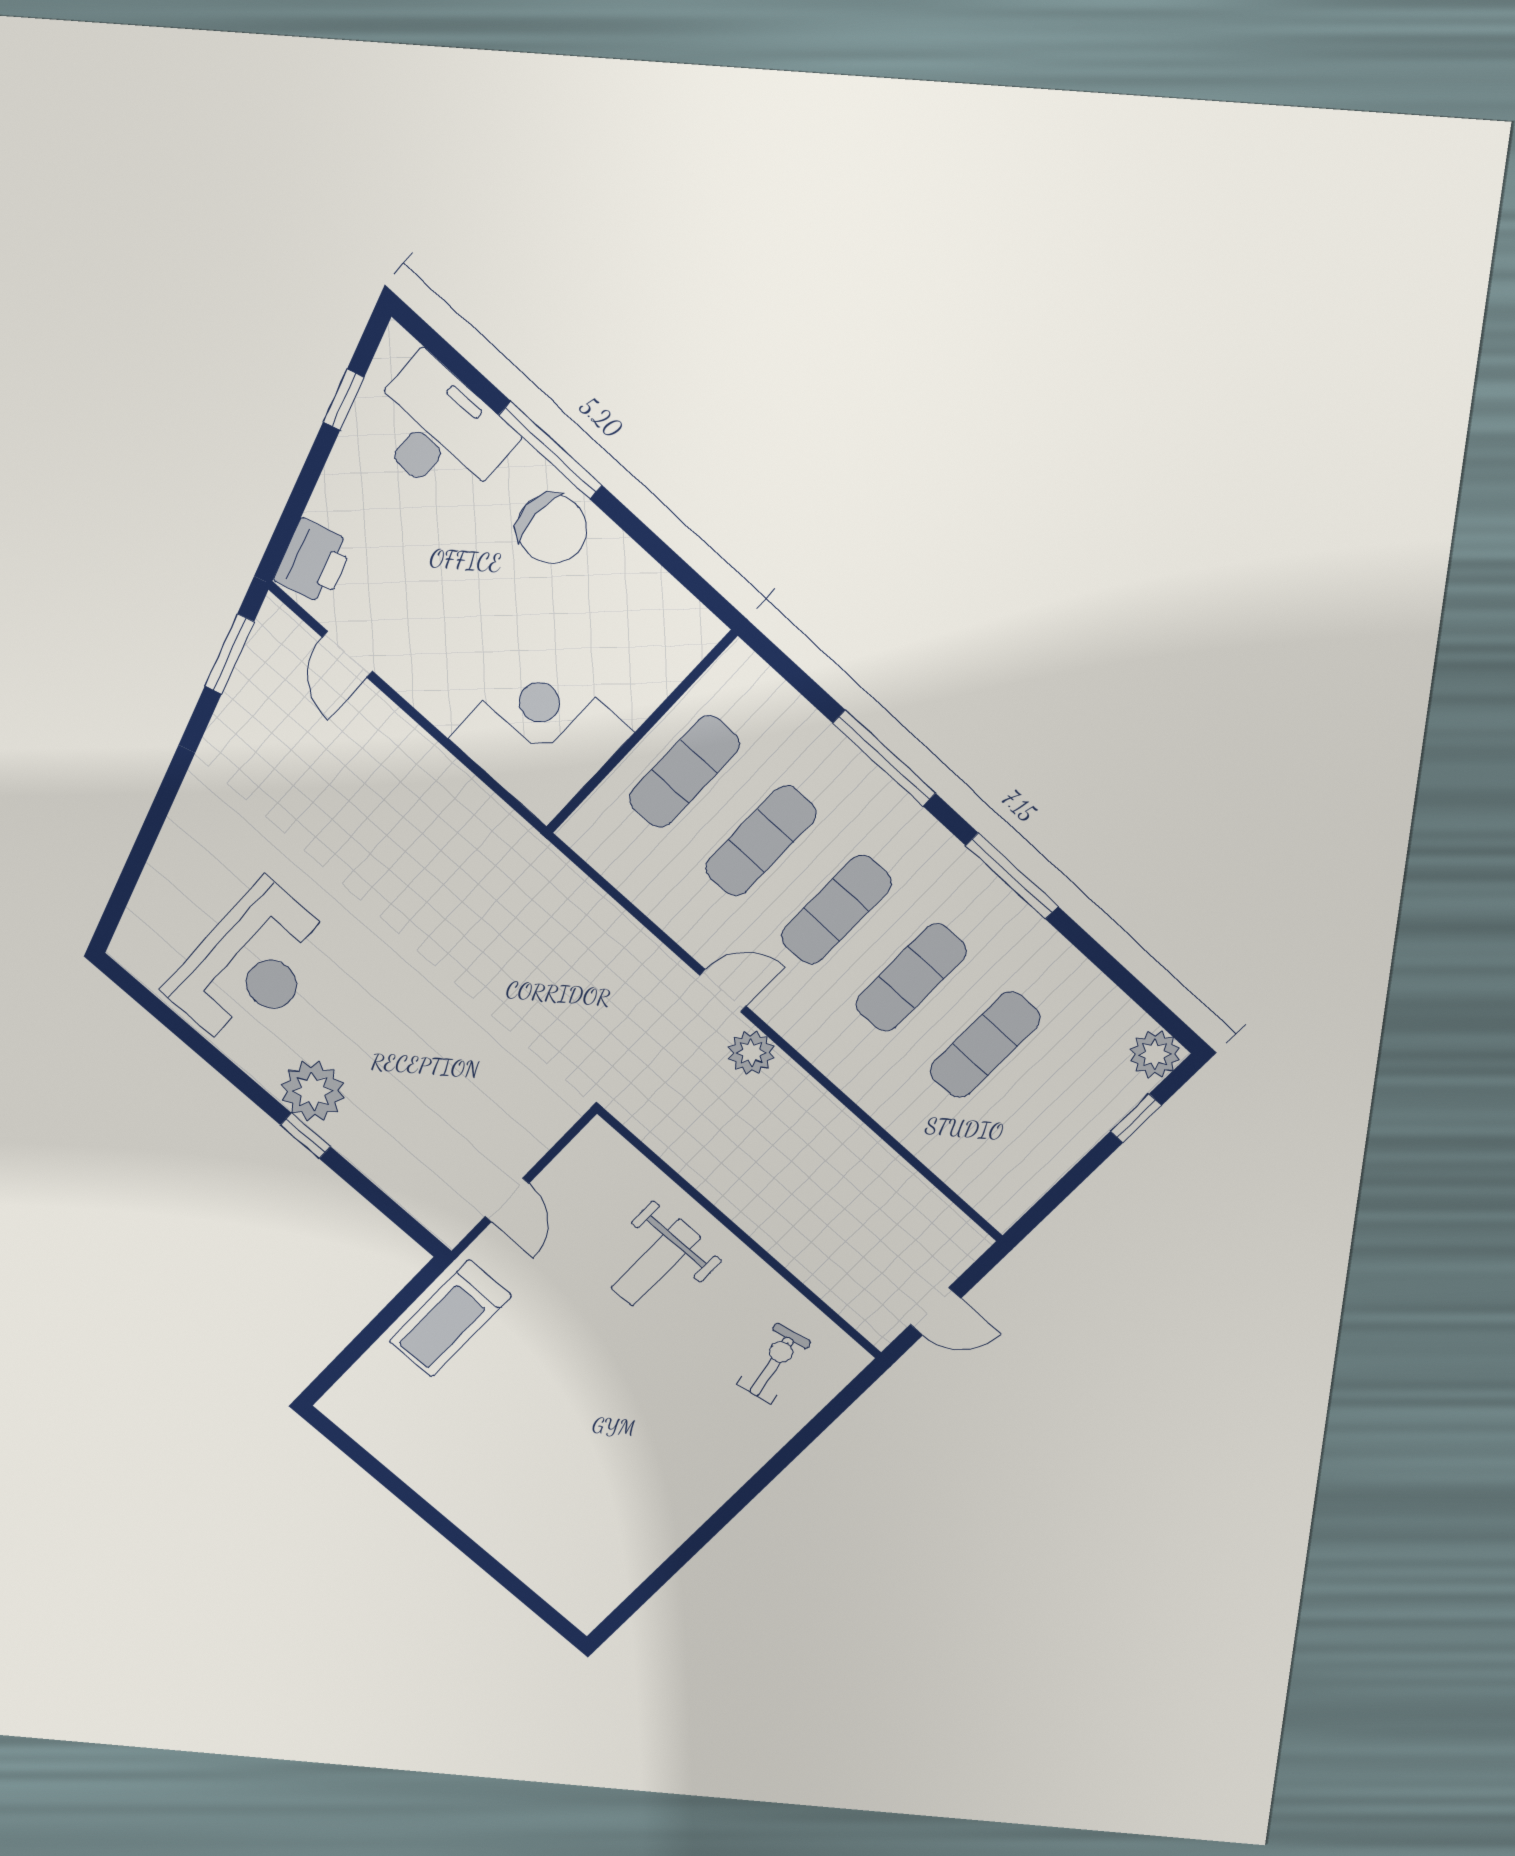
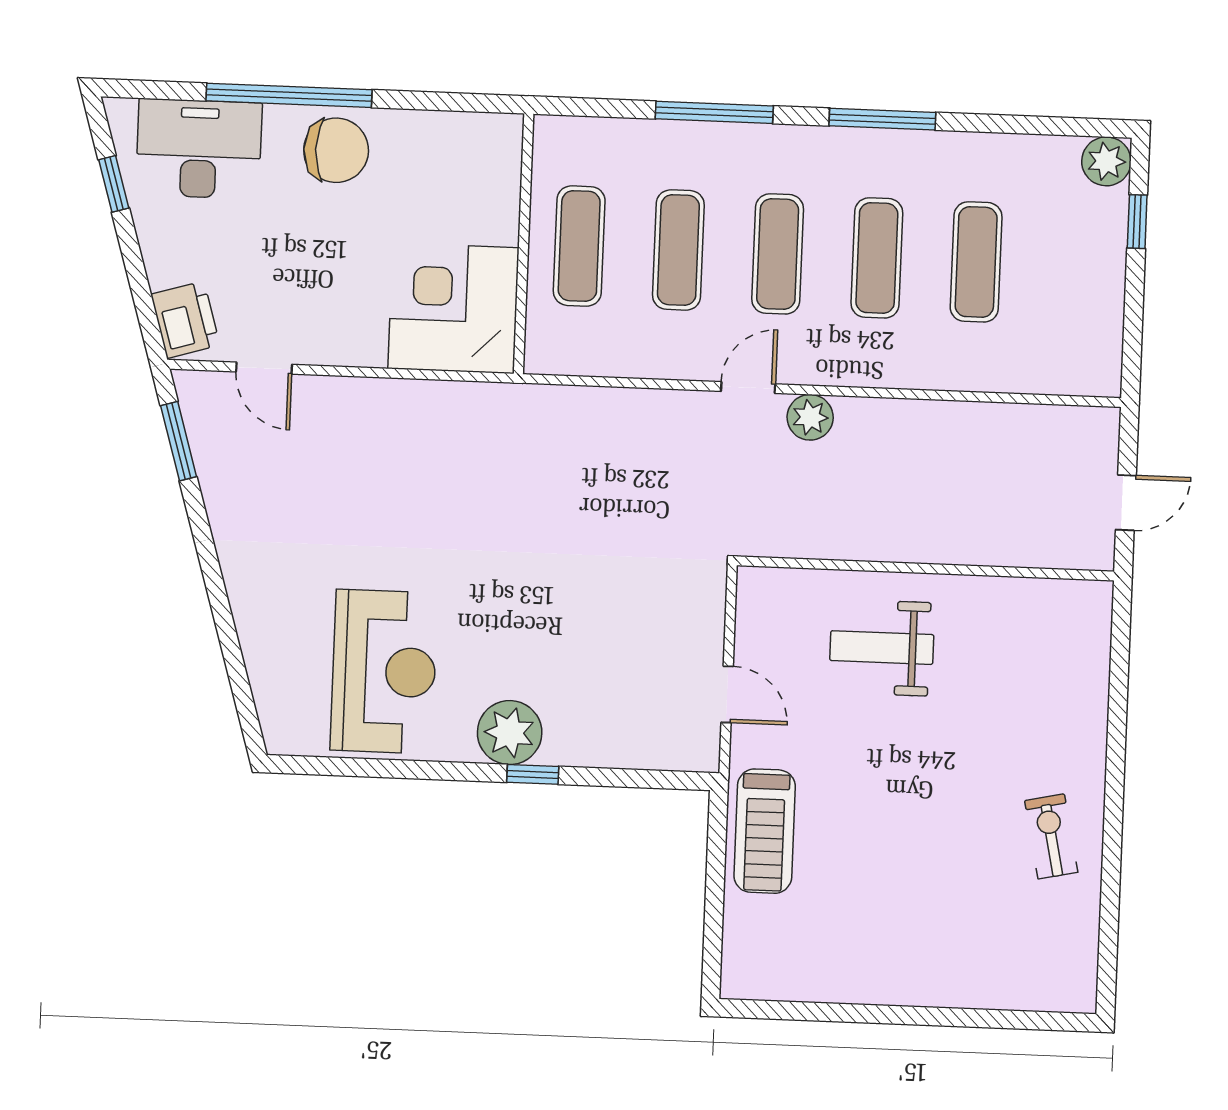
window: (550, 450) -> (289, 95), width x1.46
weight bench: (656, 1263) -> (882, 648), turned 90
exercise bike: (774, 1363) -> (1051, 836), moved

